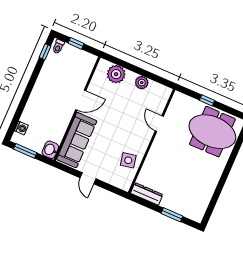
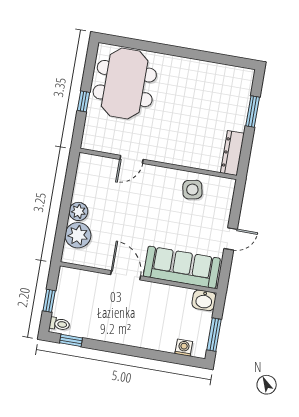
plant: (142, 83) -> (78, 211), moved

